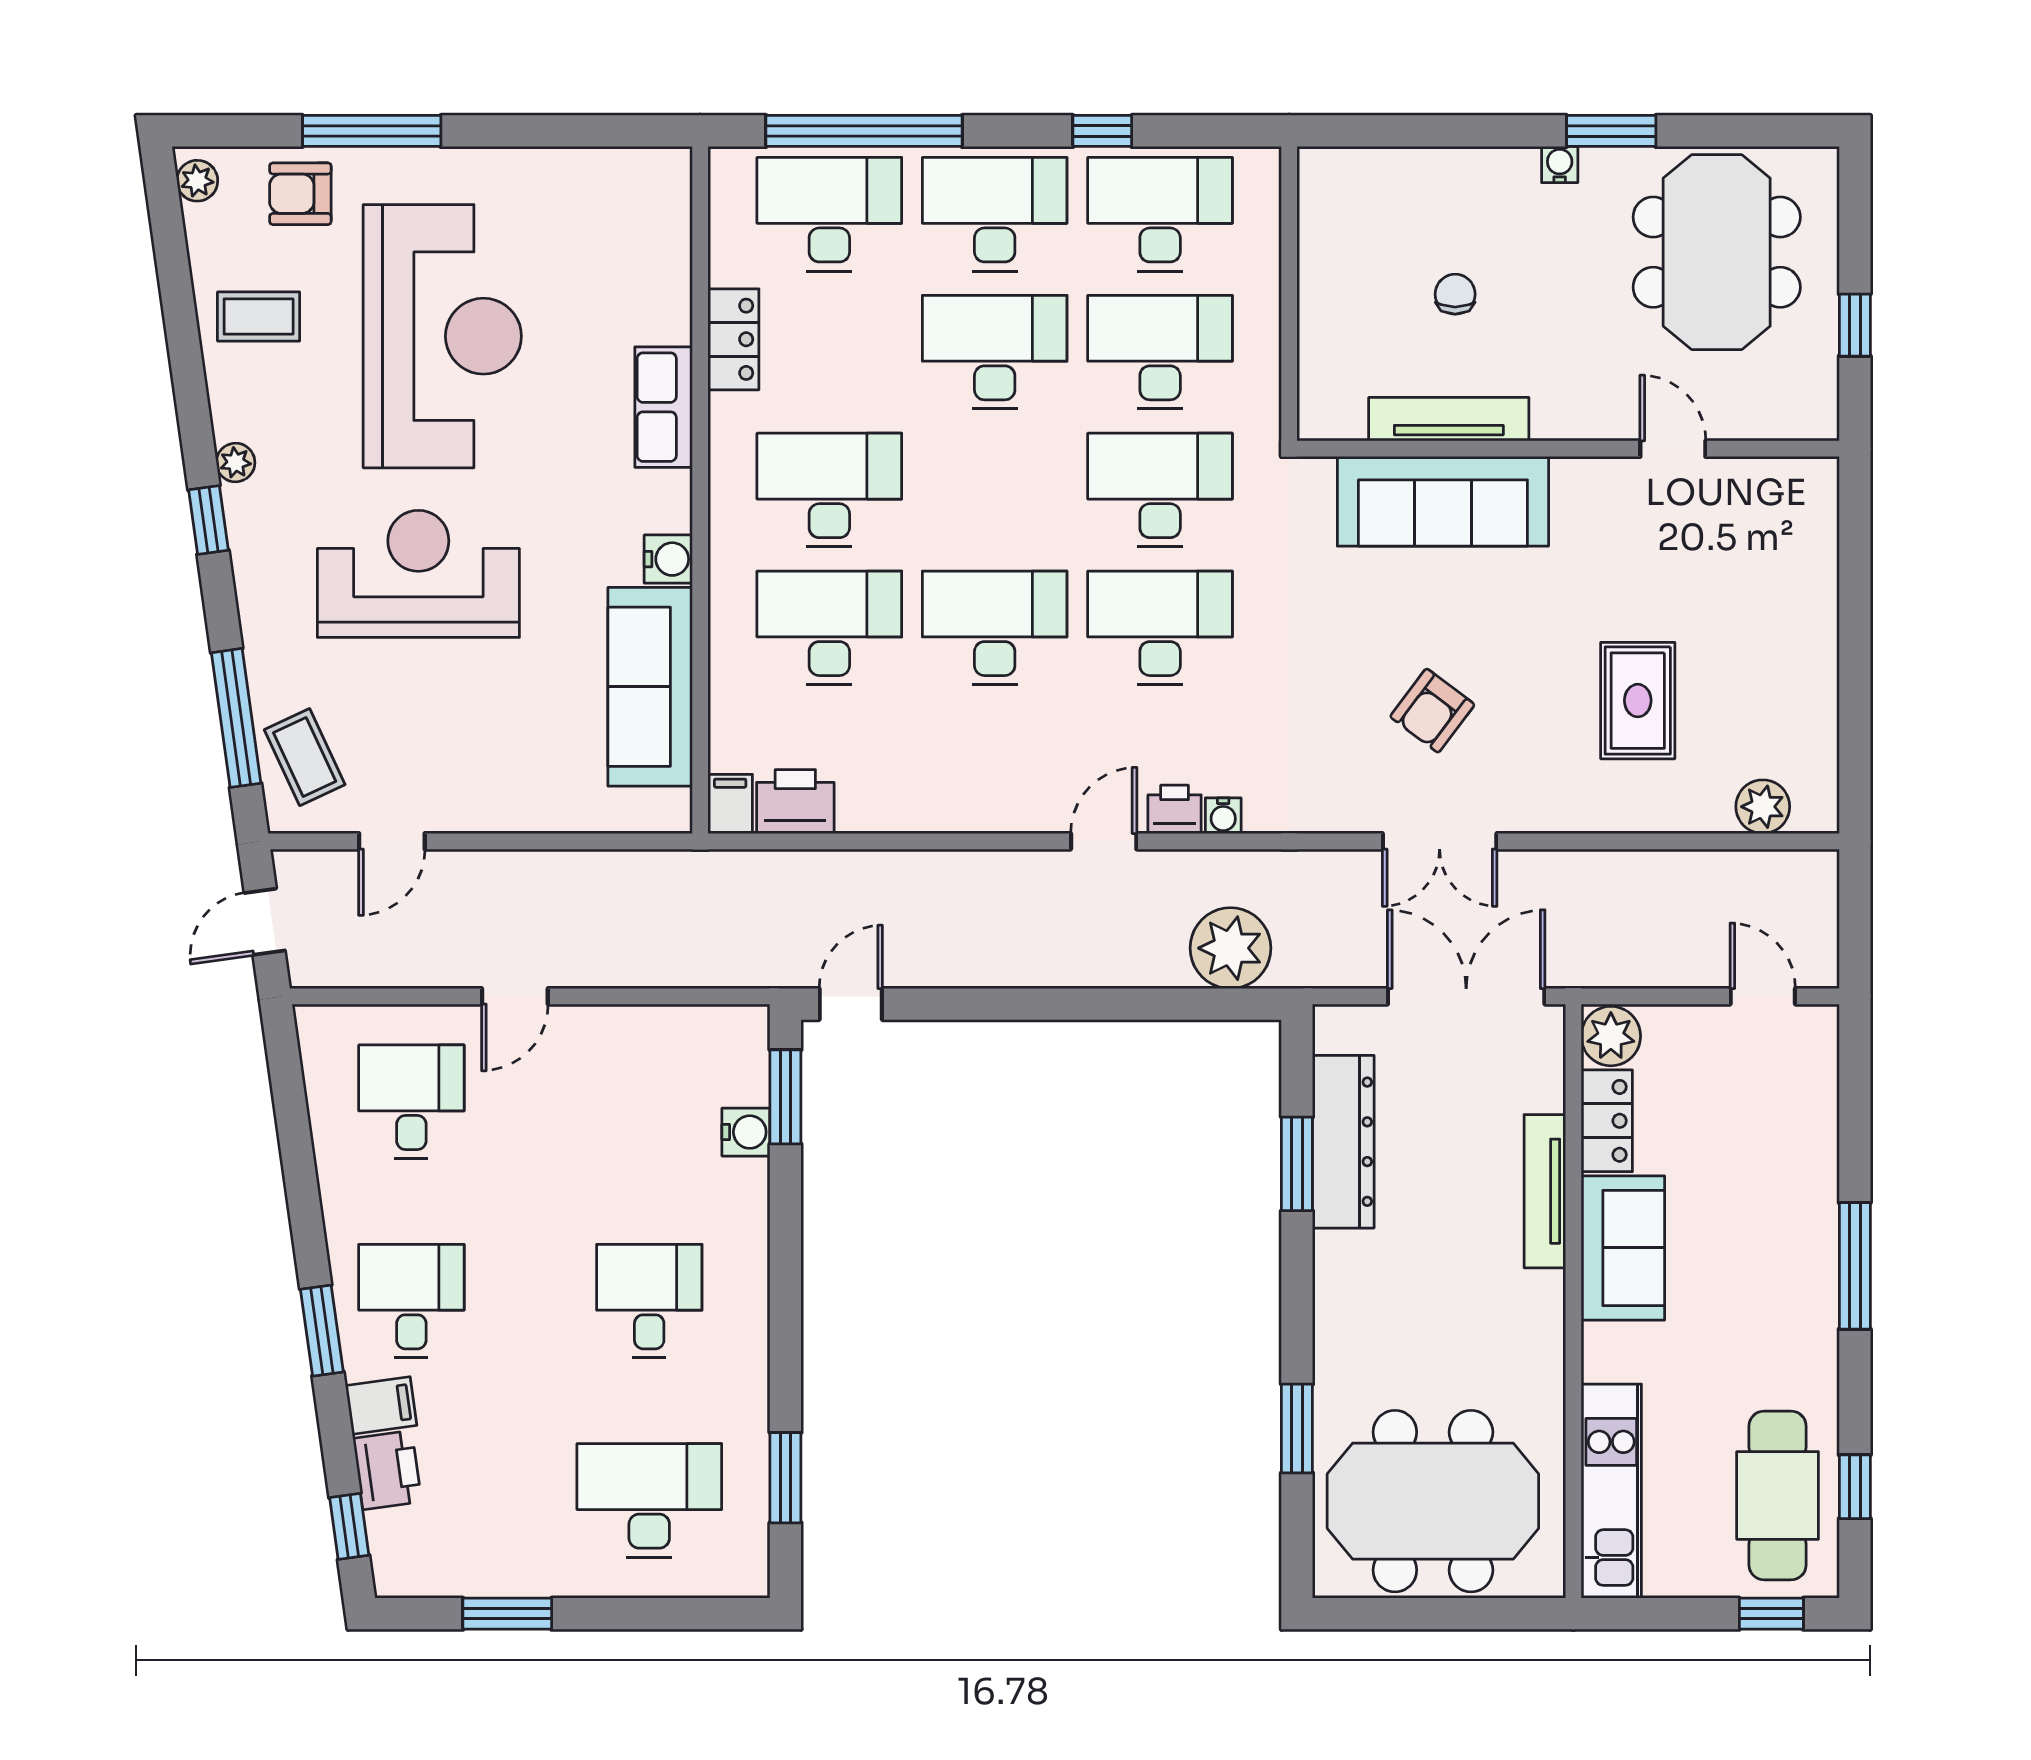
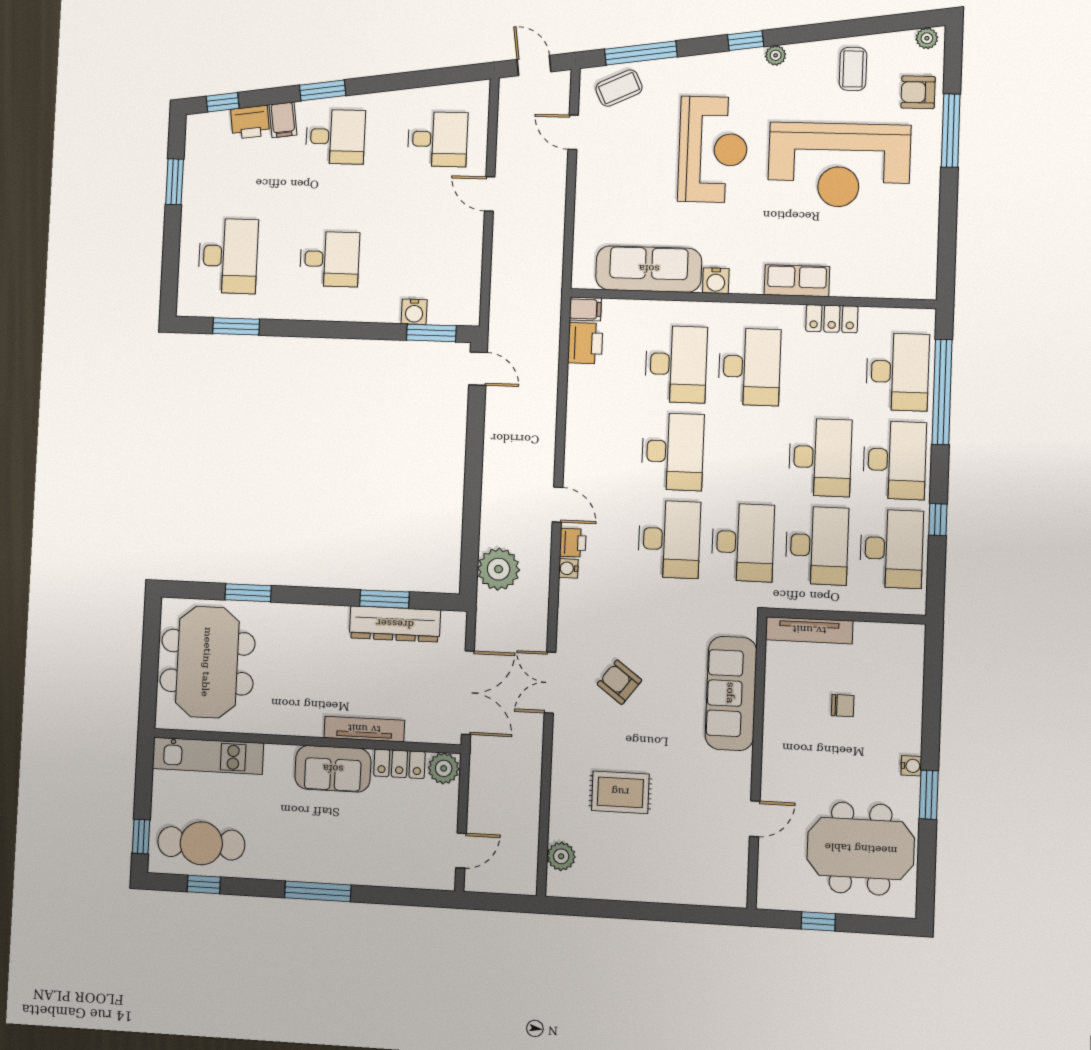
armchair: (300, 194) -> (918, 92), turned -90
tv unit: (1449, 419) -> (809, 630), moved, turned 90

